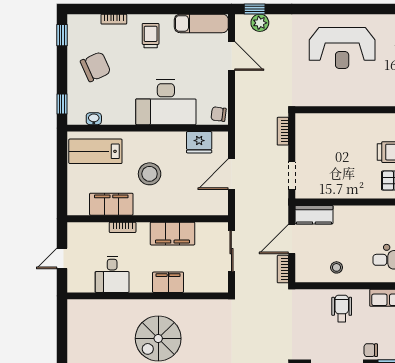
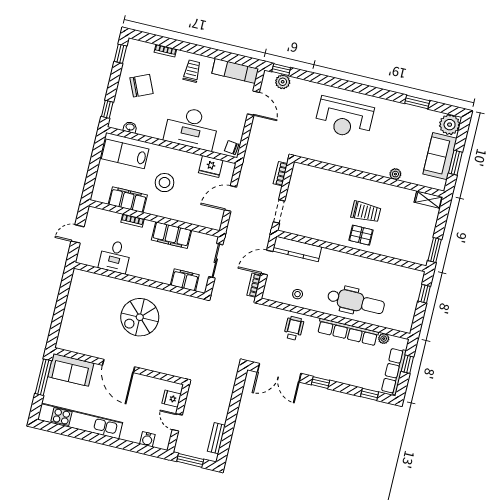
kitchen counter: (314, 215) -> (297, 249), width x1.50
filing cabinet: (168, 282) -> (185, 280), moved
chair: (371, 350) -> (309, 368), removed

